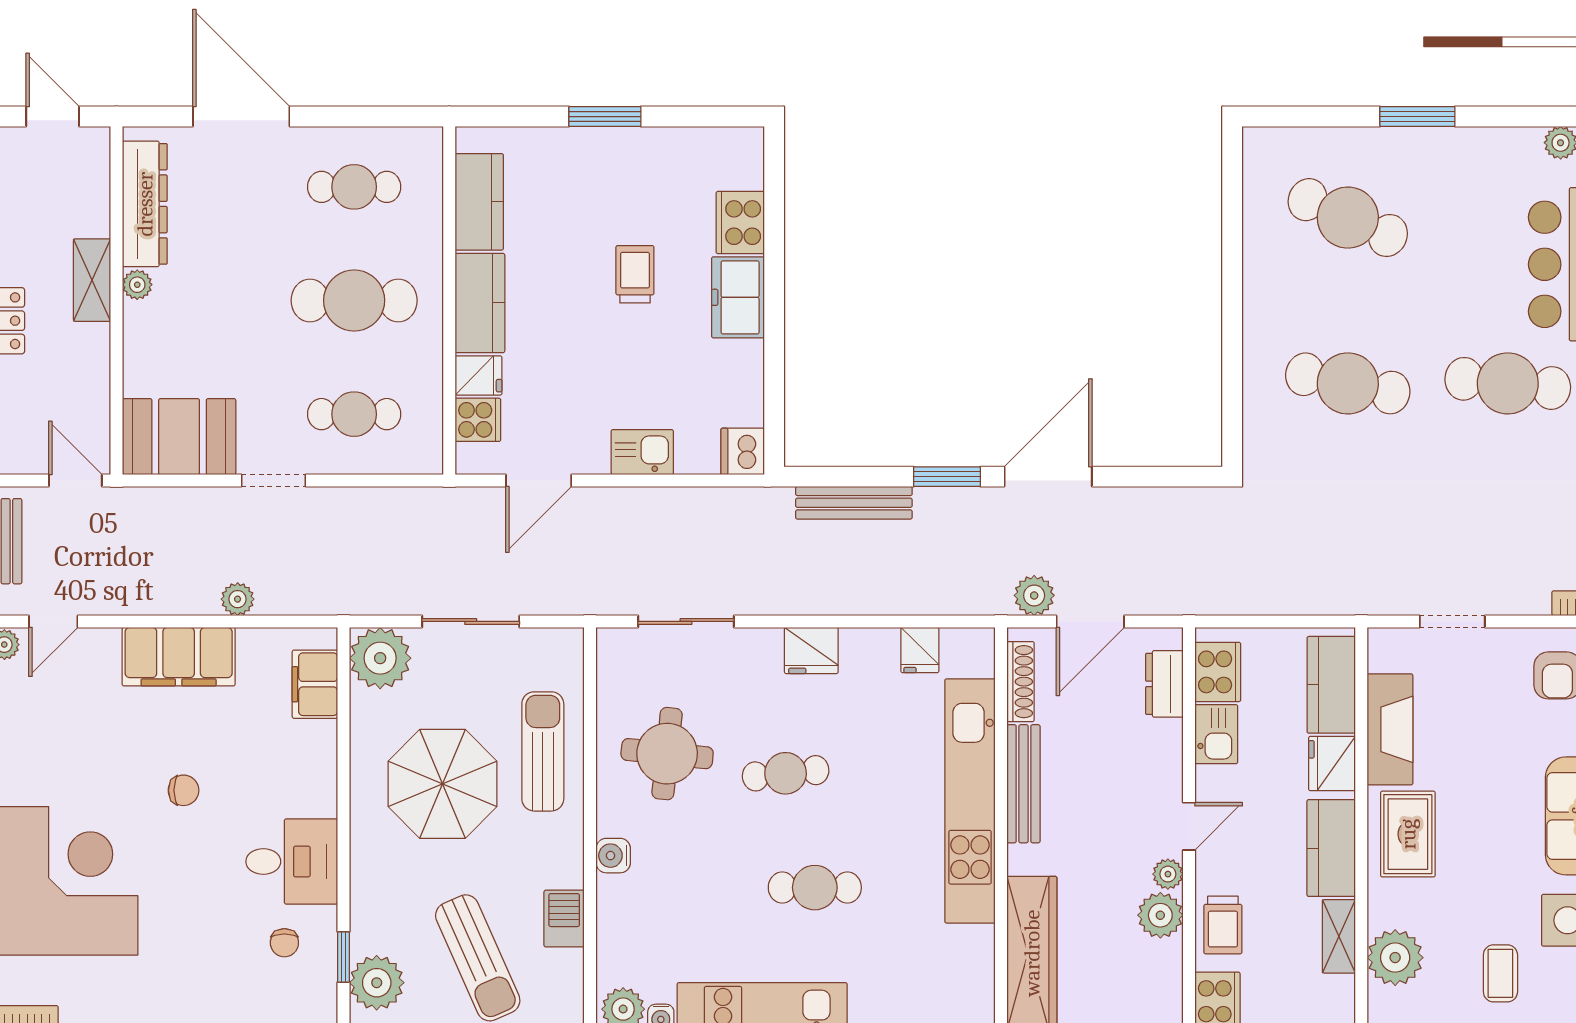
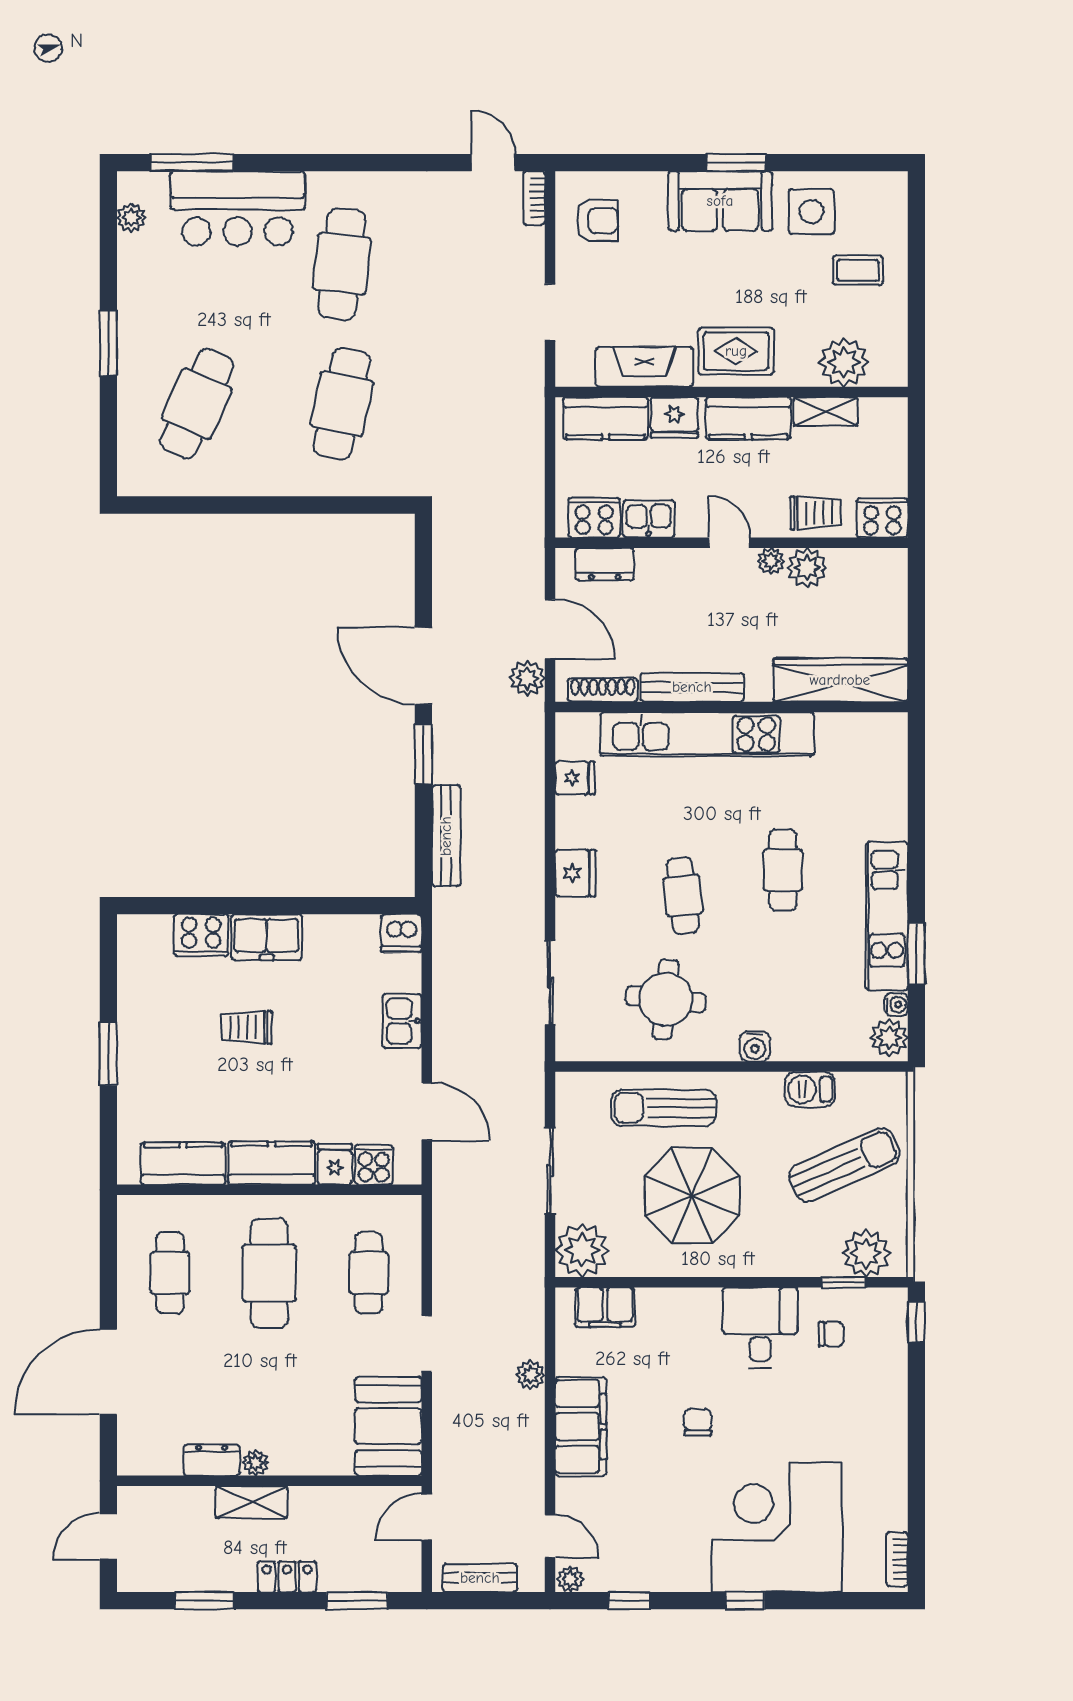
dresser: (145, 204) -> (212, 1460), width x0.51, depth x0.80

